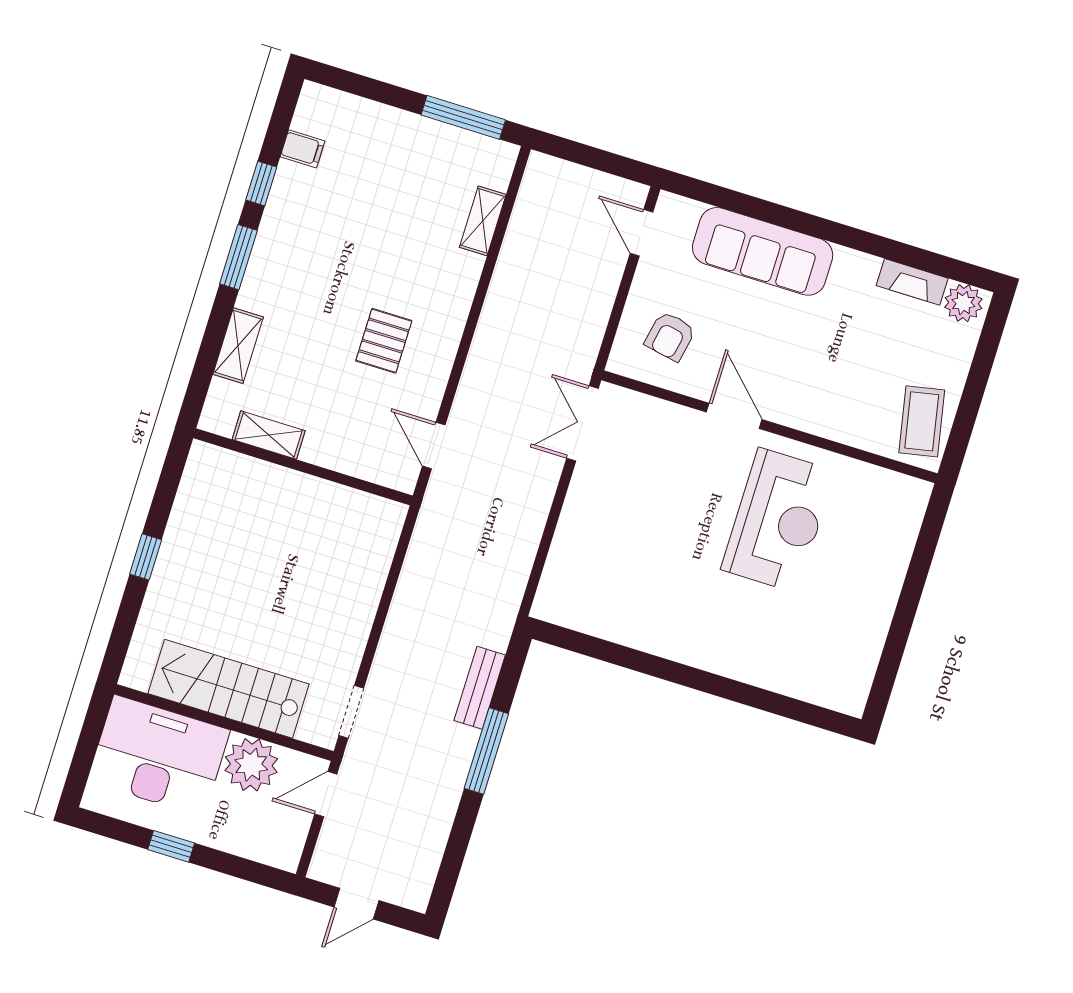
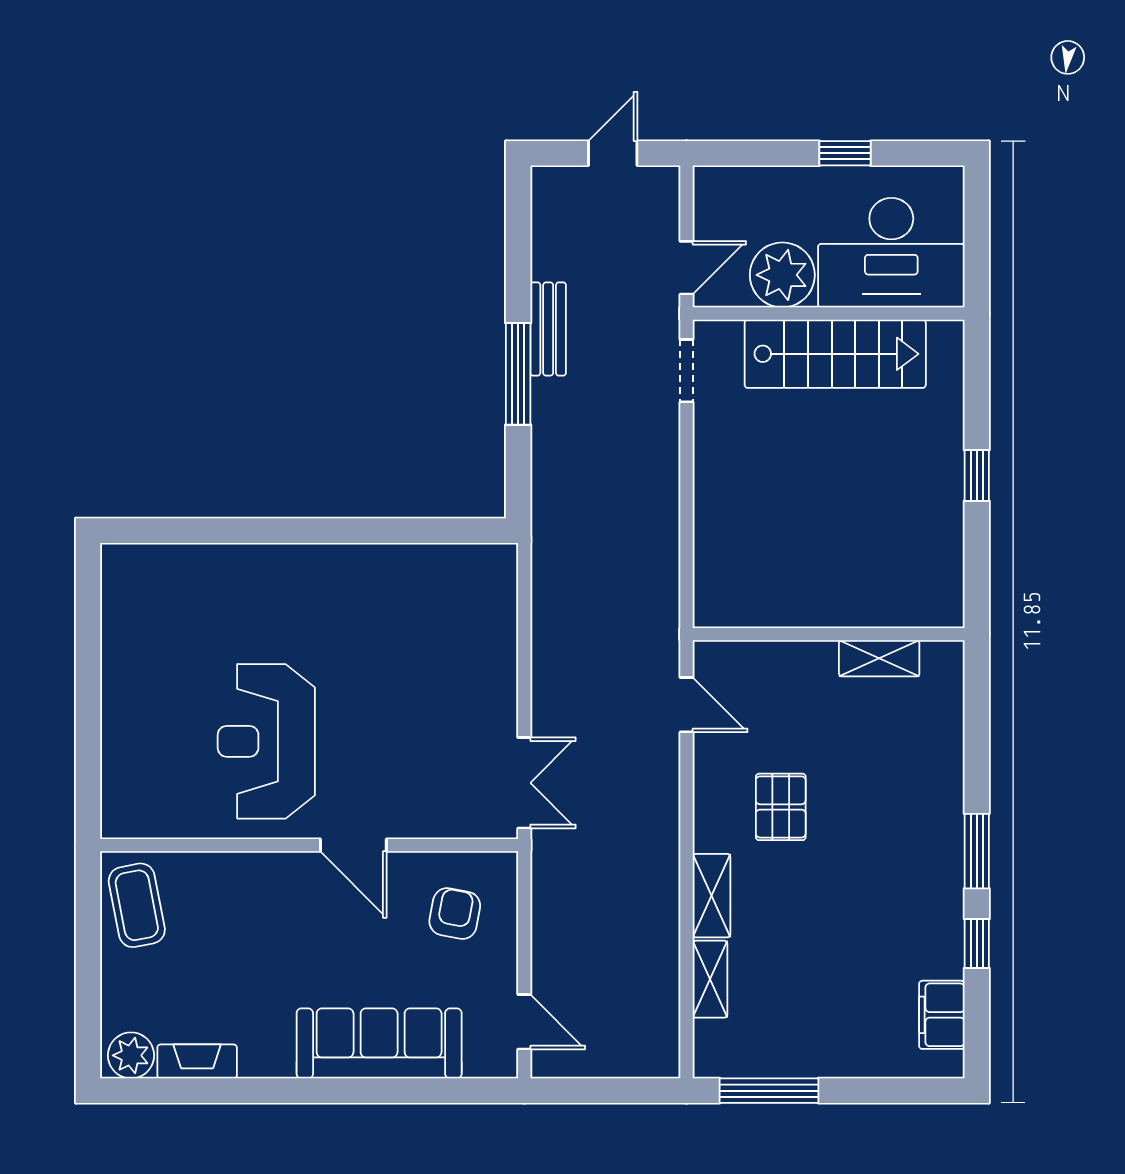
filing cabinet: (302, 149) -> (942, 1015), width x2.00
shelving: (238, 346) -> (711, 896), moved
bench: (480, 688) -> (548, 329), moved

